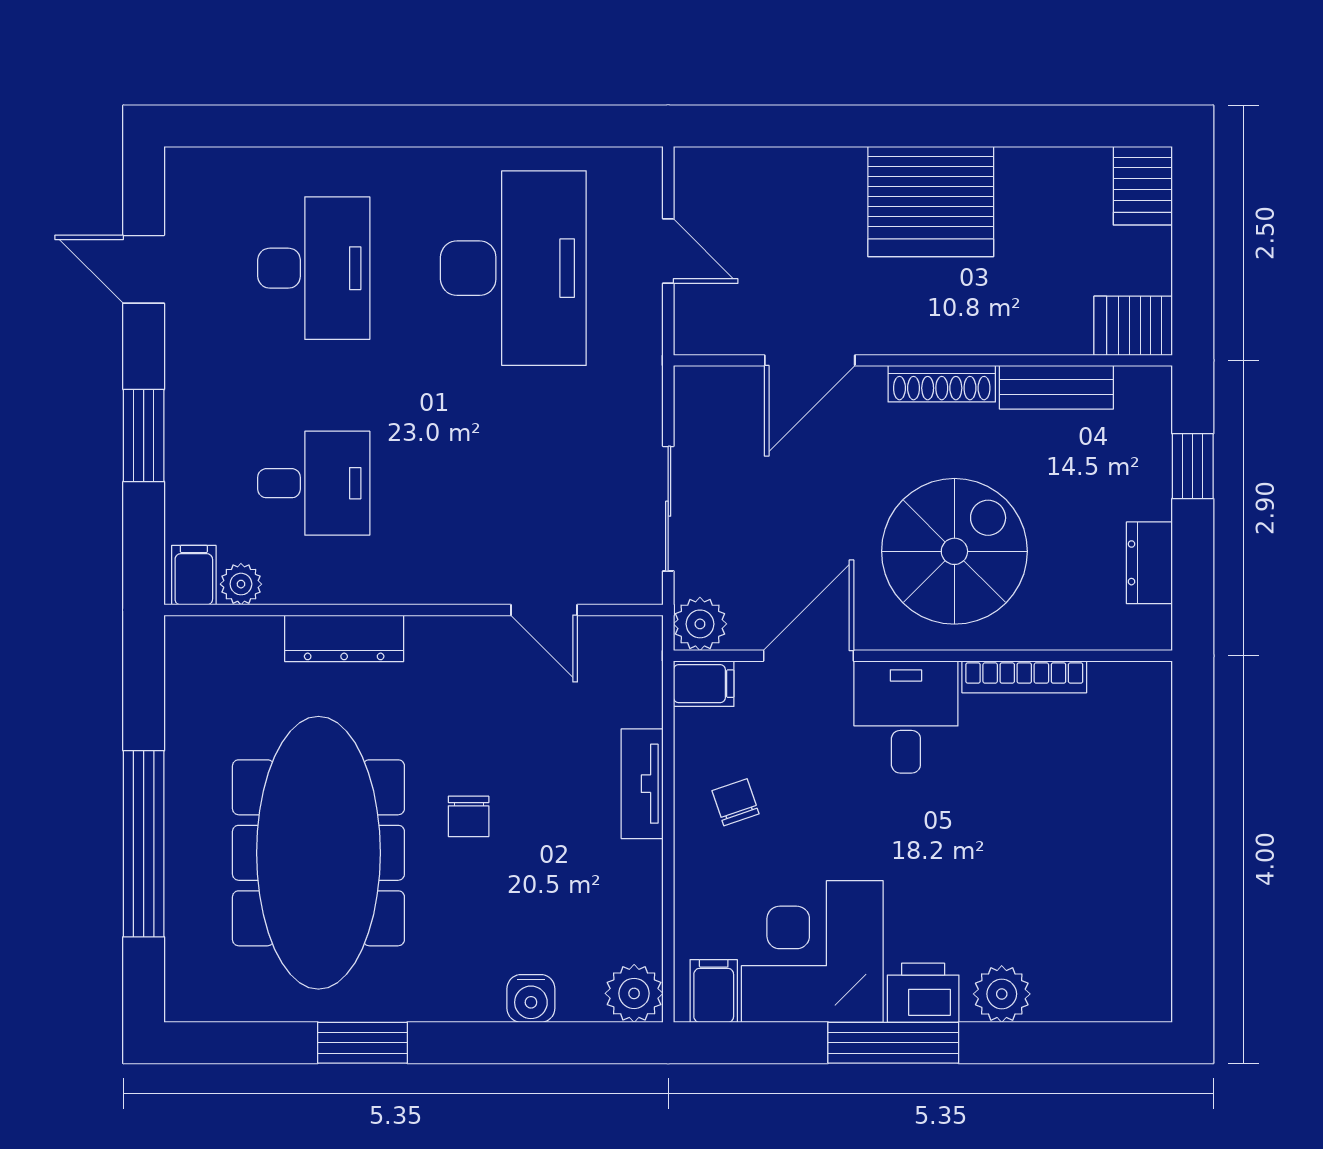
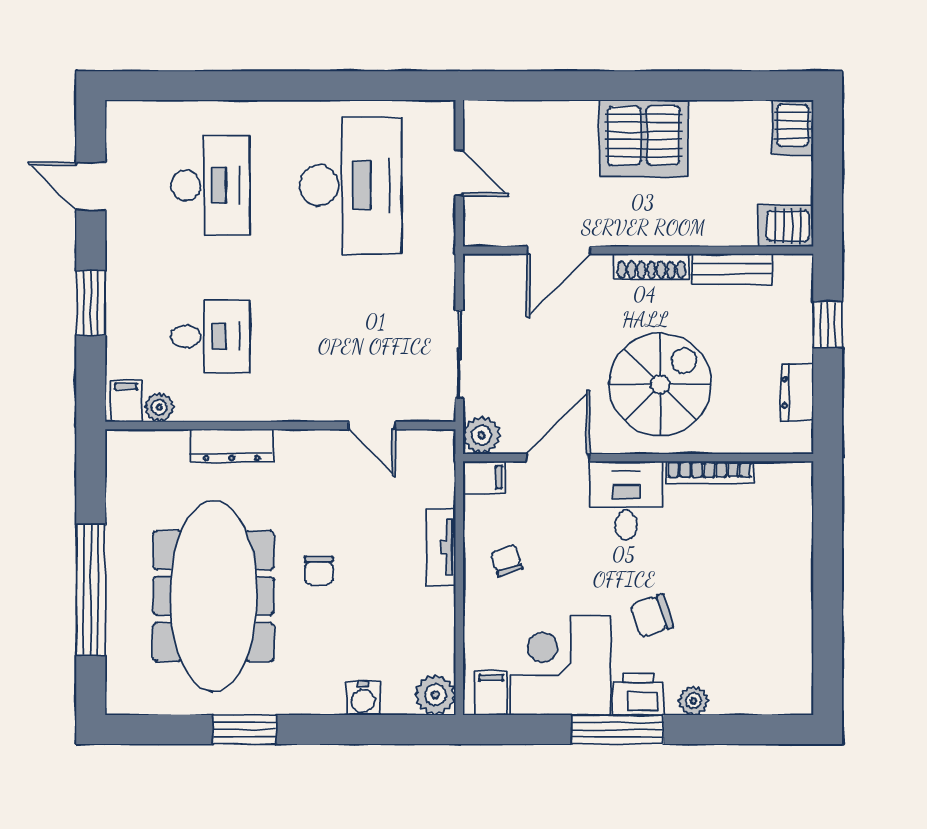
chair: (942, 881) -> (652, 616), added
plant: (1002, 994) -> (693, 701), width x0.73, depth x0.73

